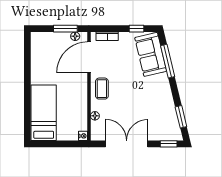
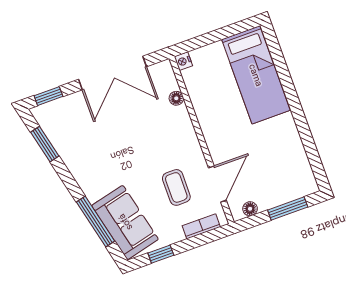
window: (65, 29) -> (288, 208), moved
door: (89, 57) -> (217, 184), width x0.73
coffee table: (102, 89) -> (176, 187), moved

